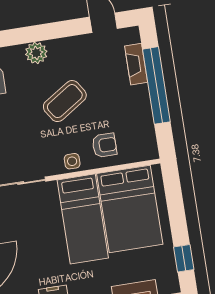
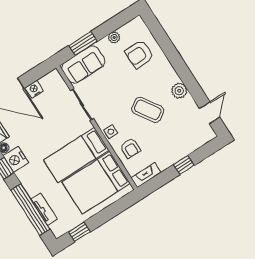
plant: (36, 53) -> (179, 91), moved
fireplace: (136, 64) -> (146, 175), moved
window: (156, 85) -> (184, 165), width x0.32

